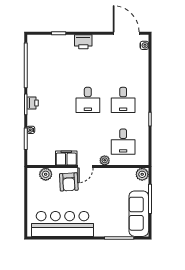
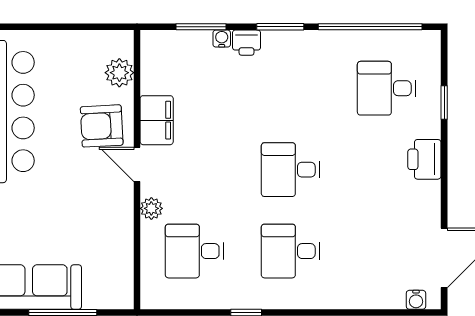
desk: (52, 58) -> (387, 88), added
printer: (33, 103) -> (246, 43), moved
plant: (142, 174) -> (119, 295), removed

